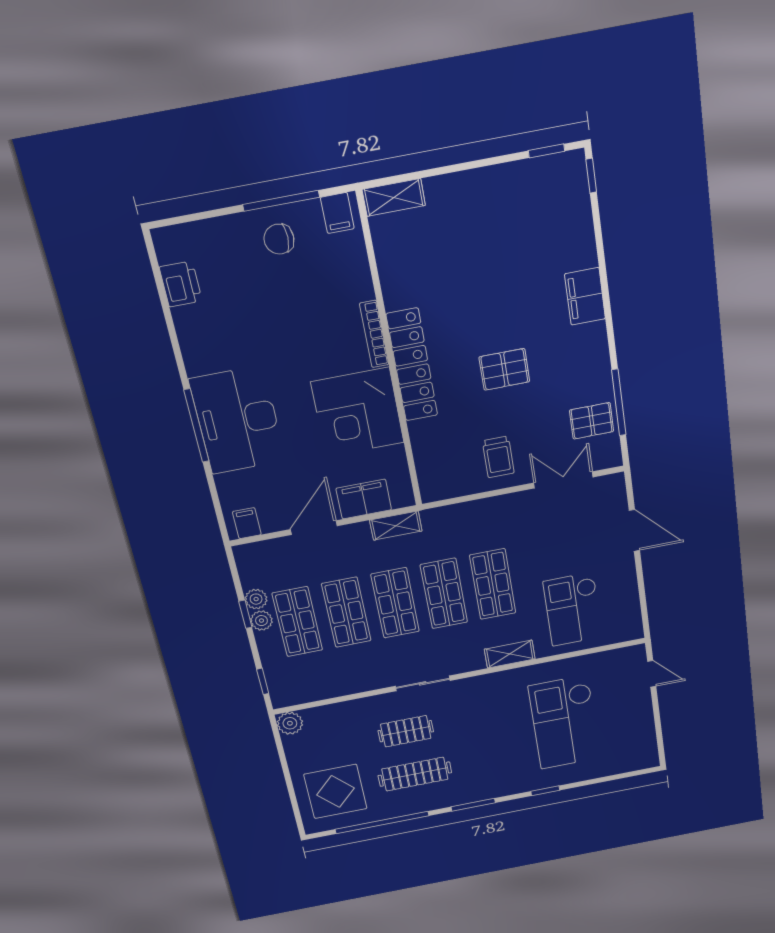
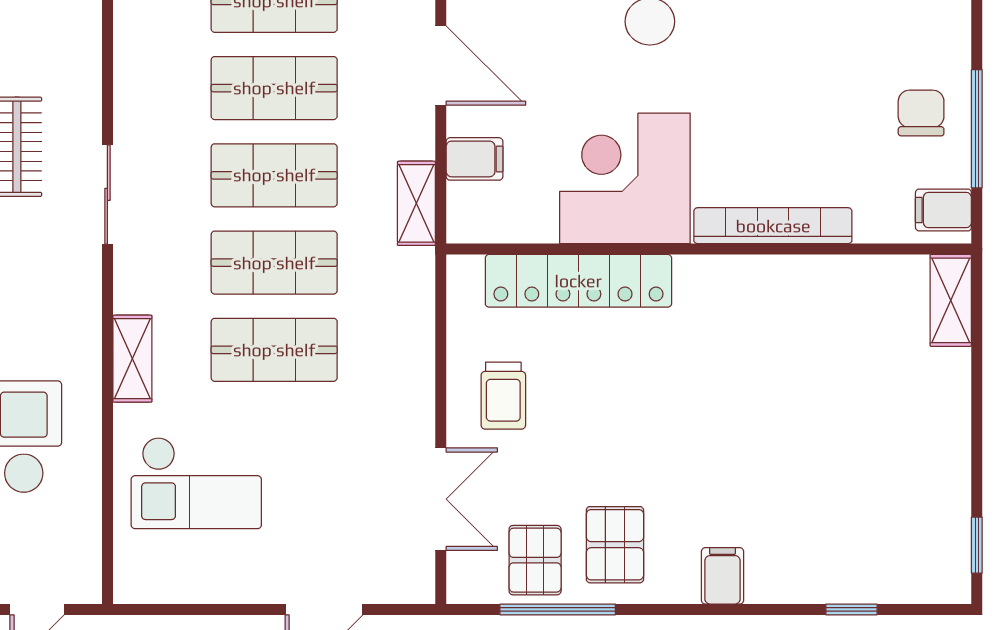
window: (591, 176) -> (851, 609), moved
filing cabinet: (585, 296) -> (723, 576), width x0.50
bookcase: (374, 334) -> (773, 226), width x1.48, depth x1.31
locker: (412, 365) -> (578, 281), moved
pallet: (504, 369) -> (615, 545), moved
trolley: (498, 457) -> (503, 396), turned -90
filing cabinet: (364, 499) -> (475, 159), width x0.50
checkout: (573, 609) -> (196, 483), turned 180

